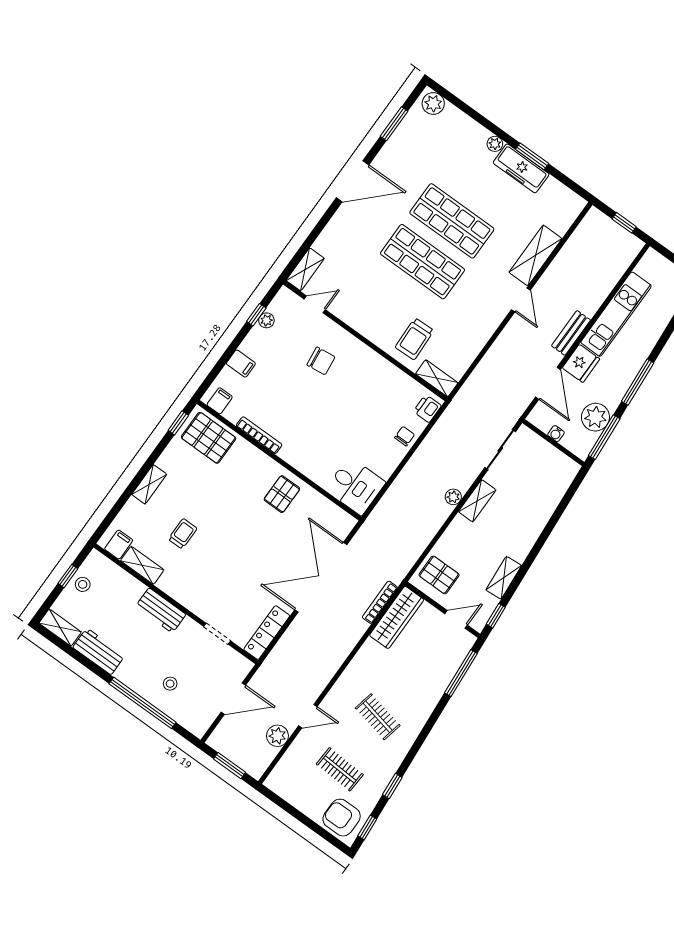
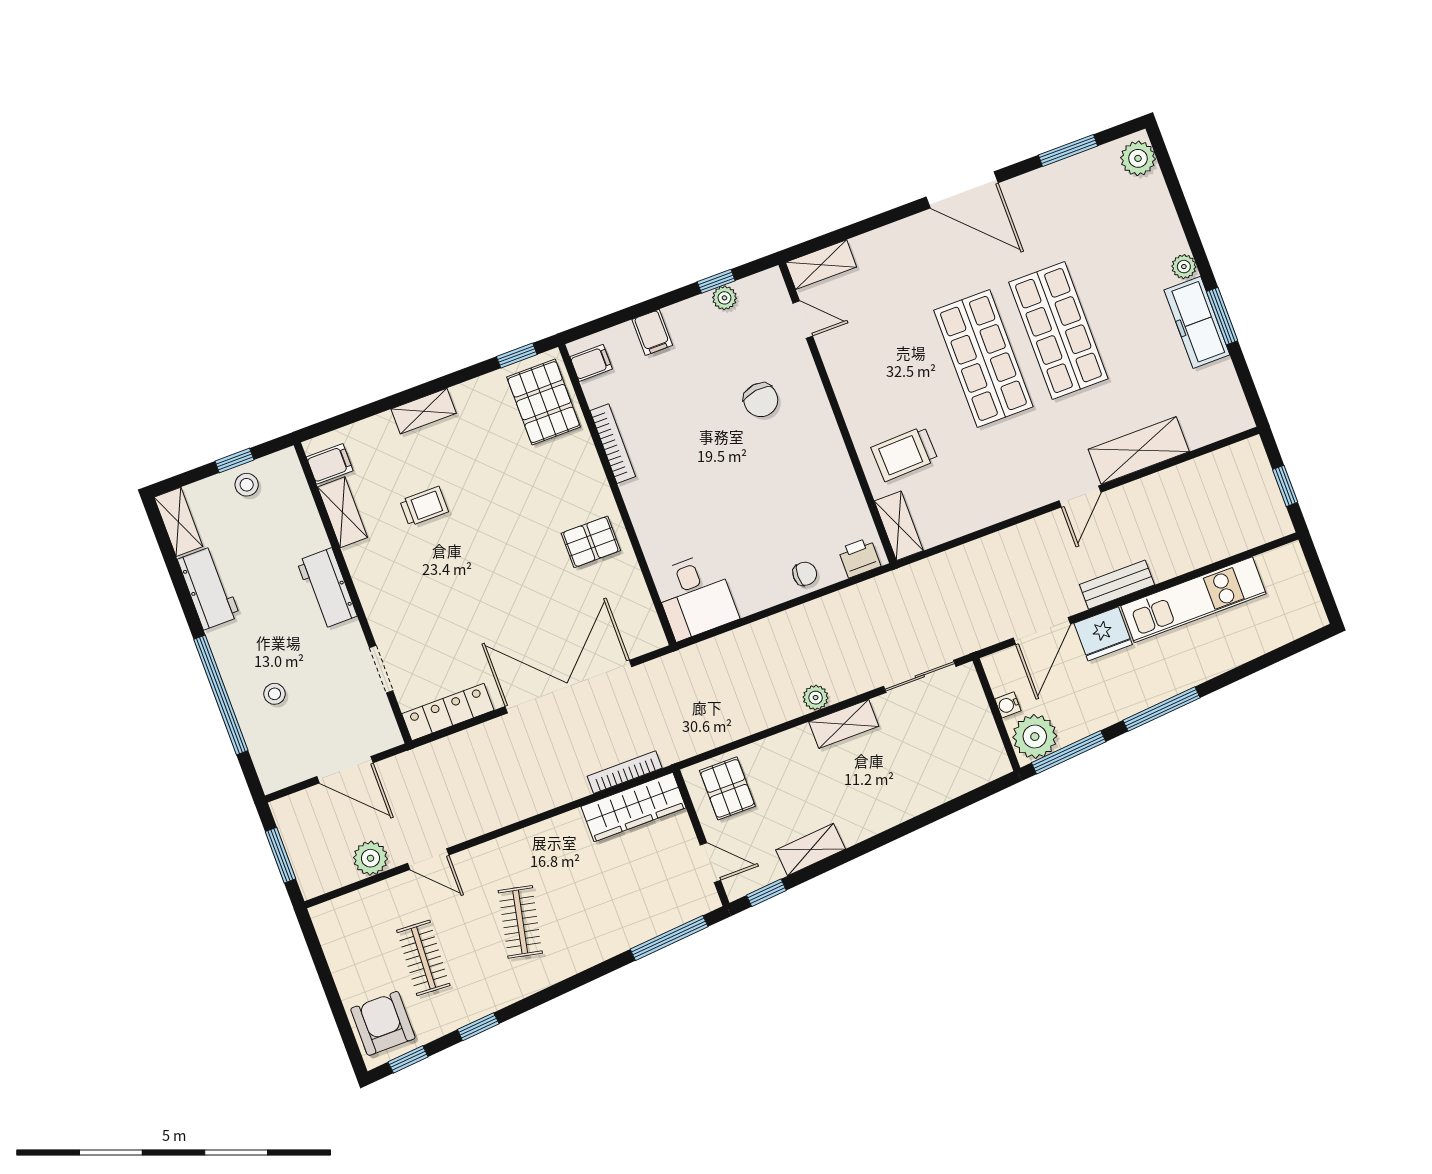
plant: (595, 417) -> (1035, 737), moved

